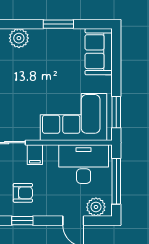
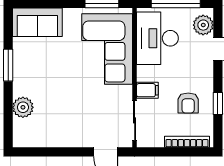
armchair: (23, 193) -> (188, 103), turned 180

